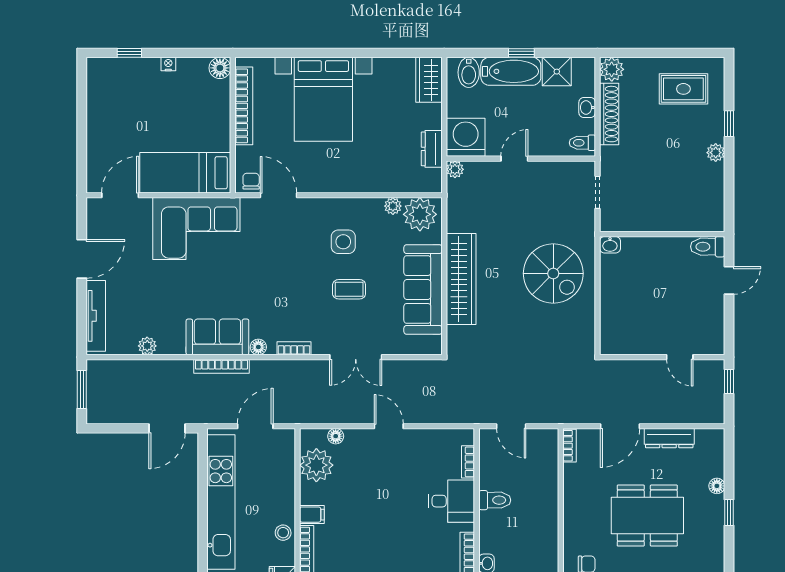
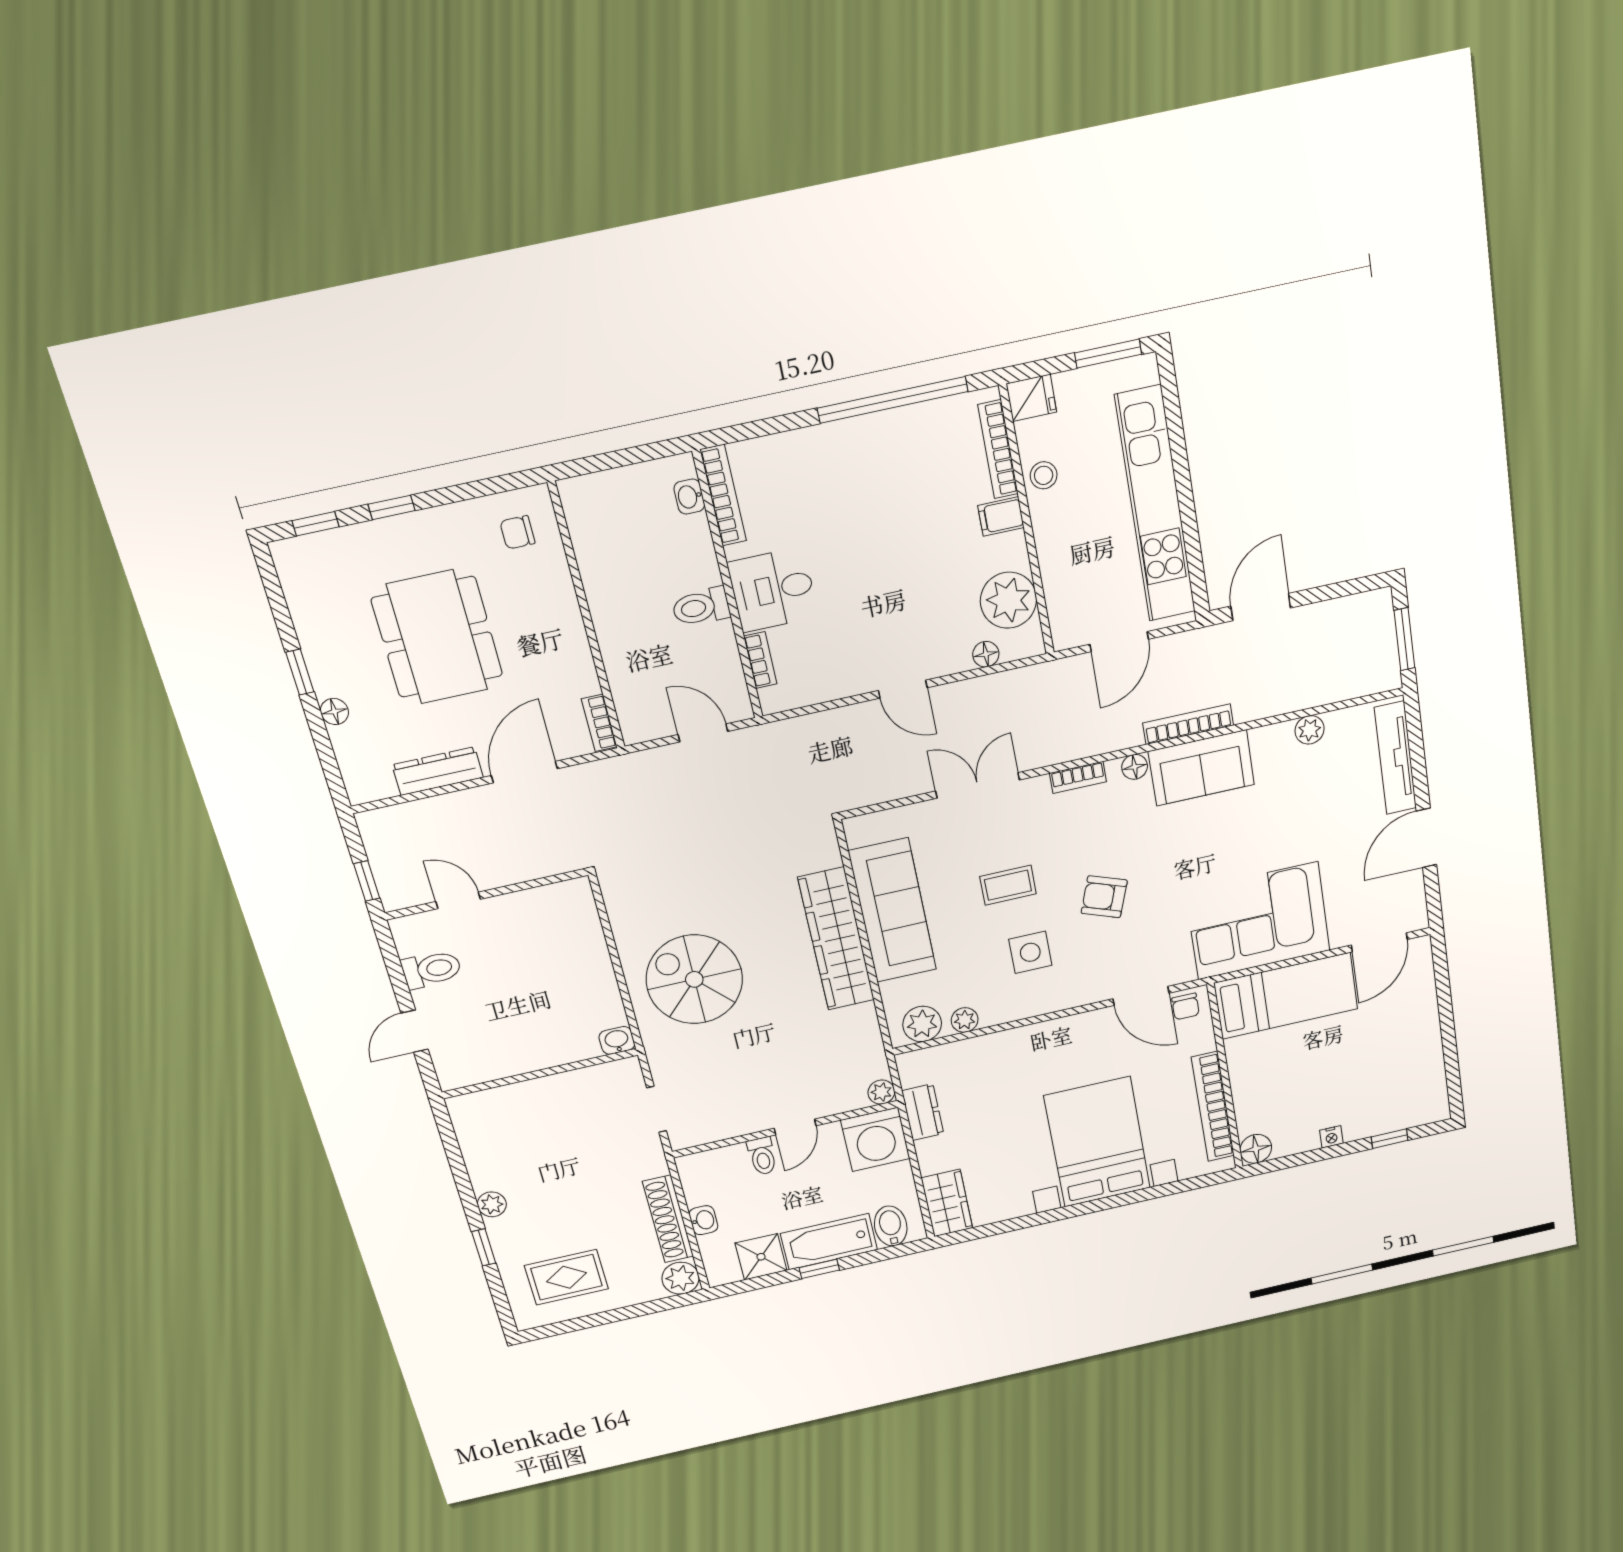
toilet: (582, 143) -> (762, 1156), moved, turned 90
plant: (420, 214) -> (922, 1024), width x0.73, depth x0.73
toilet: (708, 247) -> (431, 969), moved
armchair: (291, 268) -> (1104, 897), added
dining table: (647, 516) -> (437, 637), turned 90

